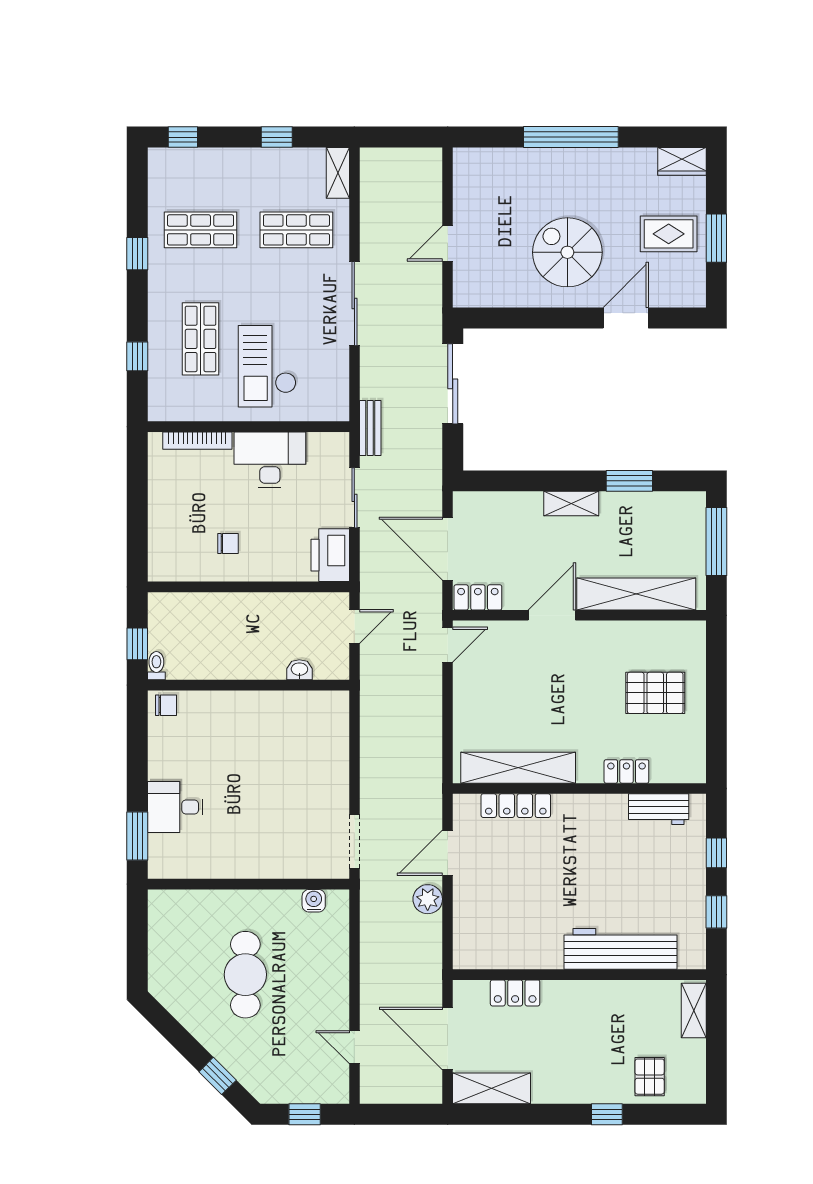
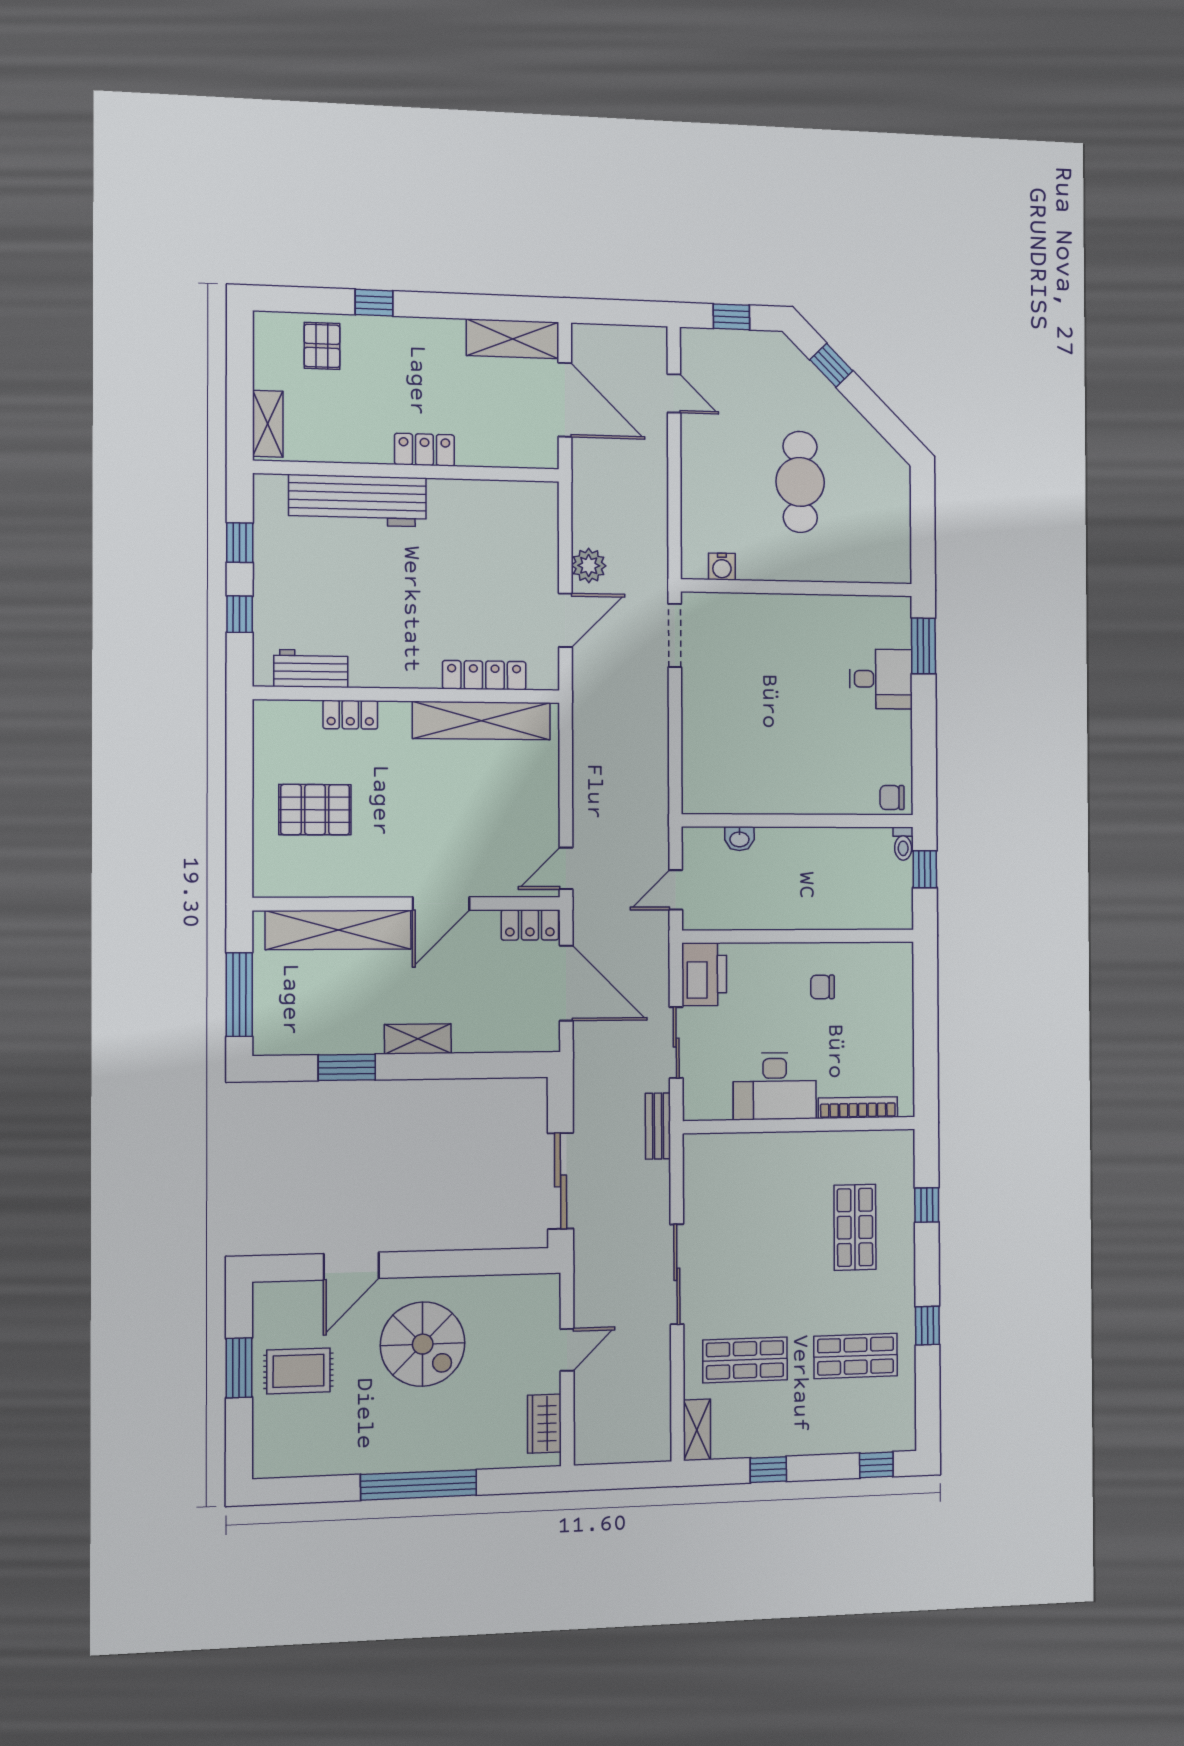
wardrobe: (682, 161) -> (544, 1424), moved, turned -90
checkout: (267, 366) -> (778, 1197), removed
locker: (515, 993) -> (424, 450), moved

